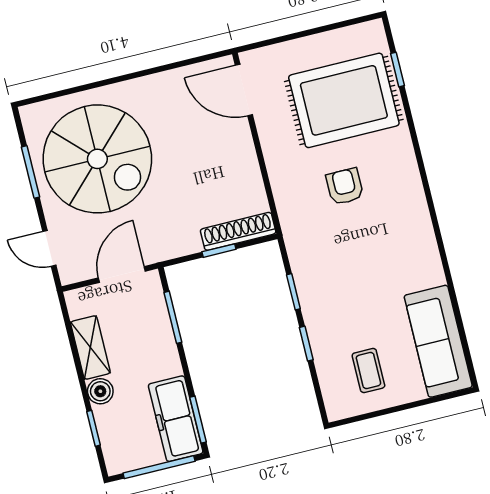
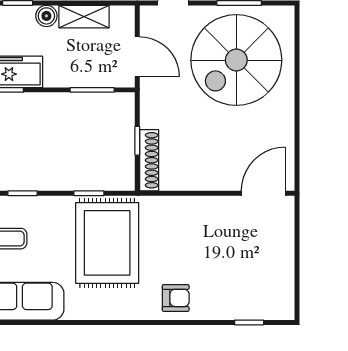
rug: (344, 100) -> (107, 243), moved
armchair: (345, 186) -> (176, 298), moved
window: (306, 344) -> (23, 193), moved

